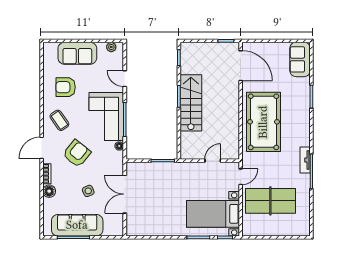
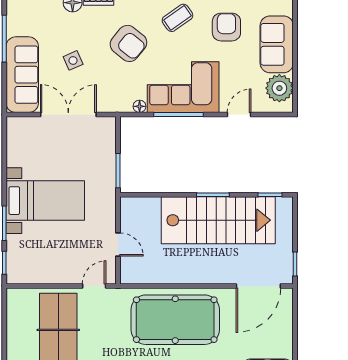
plant: (111, 47) -> (279, 88), width x1.87, depth x1.87
stairs: (191, 103) -> (218, 220), width x1.36, depth x1.51
door: (241, 177) -> (94, 286), swing flipped
bed with nightstands: (213, 214) -> (45, 201), moved, turned 90
sofa: (77, 225) -> (22, 75), moved

